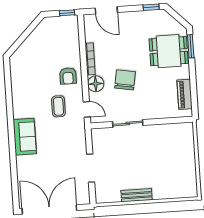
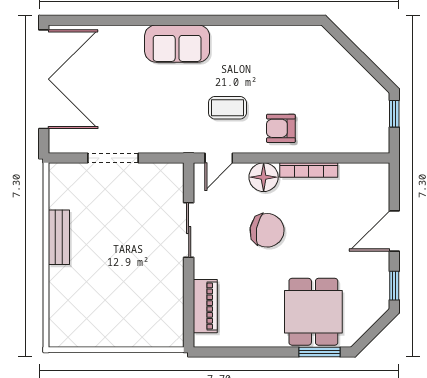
door: (106, 10) -> (394, 231), moved
window: (67, 13) -> (394, 114), moved
piano: (185, 94) -> (205, 306), moved, turned 90

